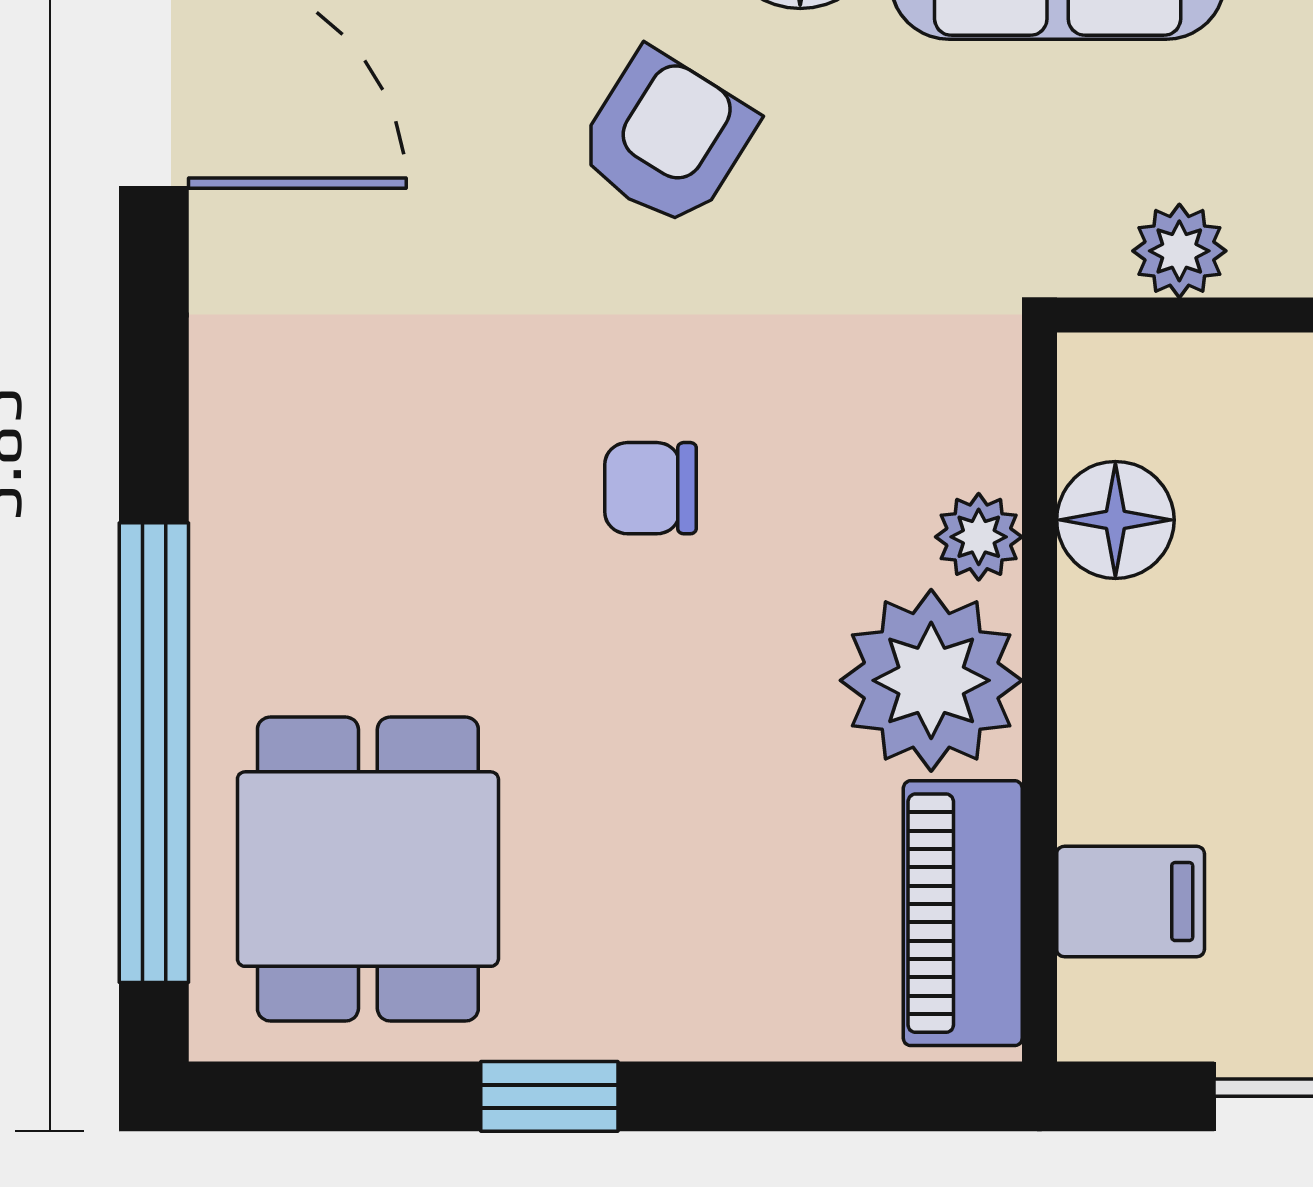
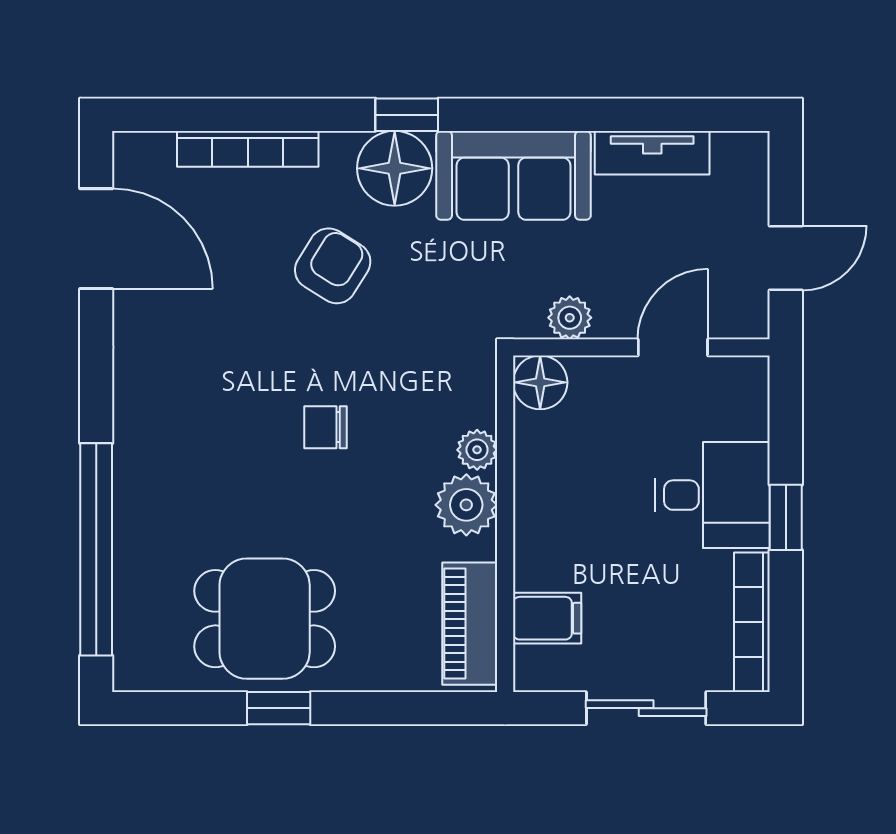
floor lamp: (1115, 520) -> (540, 382), moved
plant: (931, 680) -> (466, 505), width x0.73, depth x0.73
dining table: (368, 869) -> (265, 619), moved, turned 90

